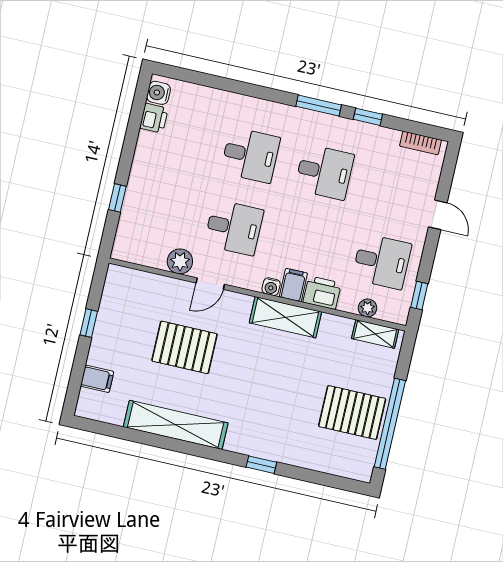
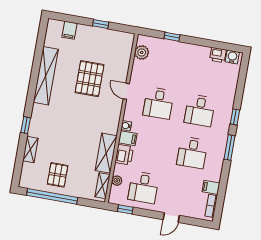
window: (368, 117) -> (235, 117), moved
filing cabinet: (388, 142) -> (211, 187), added
plant: (180, 261) -> (142, 52), moved
shelving: (285, 317) -> (106, 153), moved
pallet: (352, 412) -> (58, 175), width x0.67, depth x0.71
shelving: (305, 458) -> (30, 149), added

